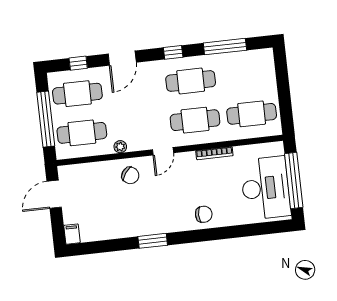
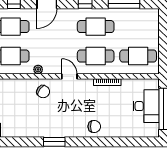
door: (163, 151) -> (69, 76), swing flipped
desk: (265, 188) -> (146, 106), width x0.73, depth x0.77

